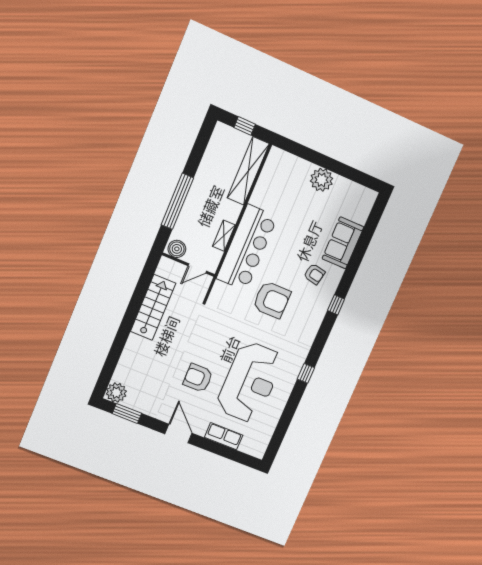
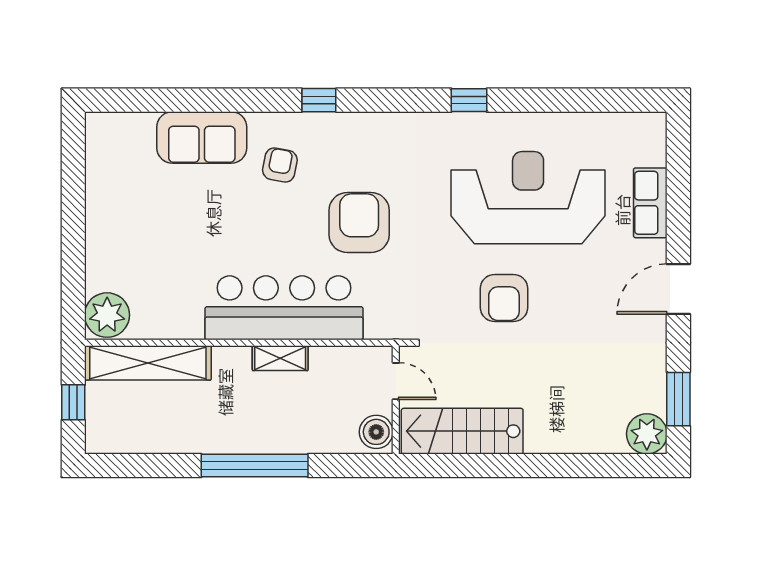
plant: (322, 180) -> (107, 315), moved
boiler: (177, 249) -> (376, 432), moved
wall: (188, 265) -> (396, 400), moved
door: (197, 268) -> (396, 381), moved
armchair: (198, 378) -> (504, 298), moved

